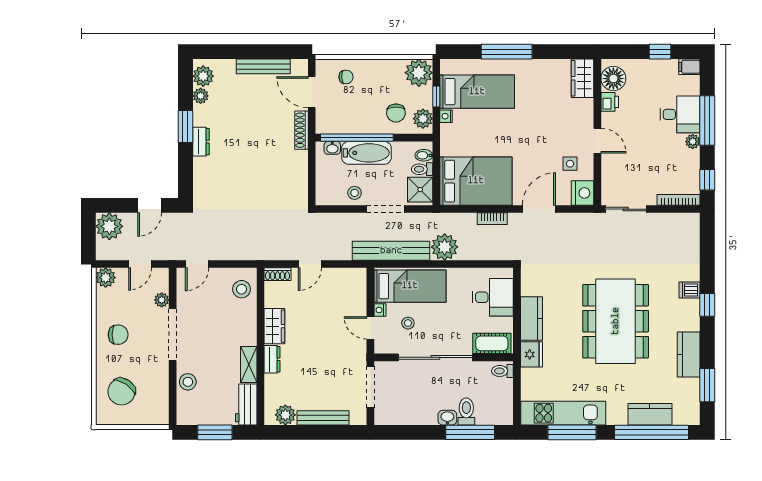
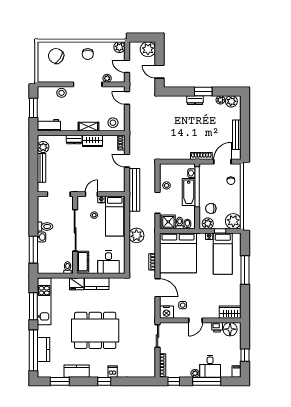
bed: (476, 181) -> (178, 253), width x1.36
bench: (391, 251) -> (134, 190), moved
shelving: (249, 364) -> (88, 127), moved
toilet: (466, 411) -> (45, 226), moved

